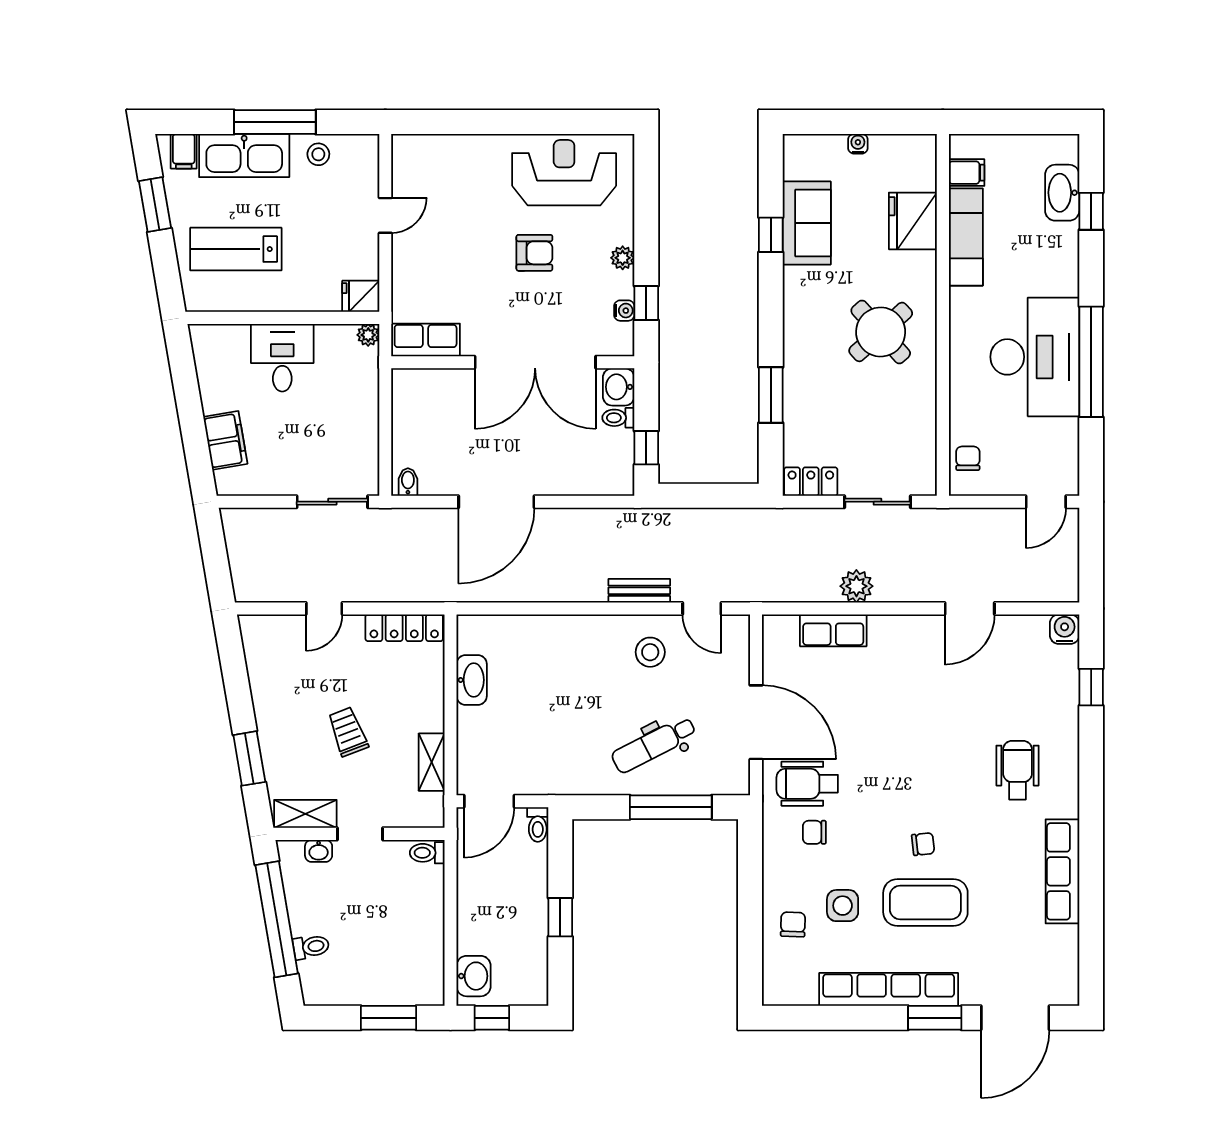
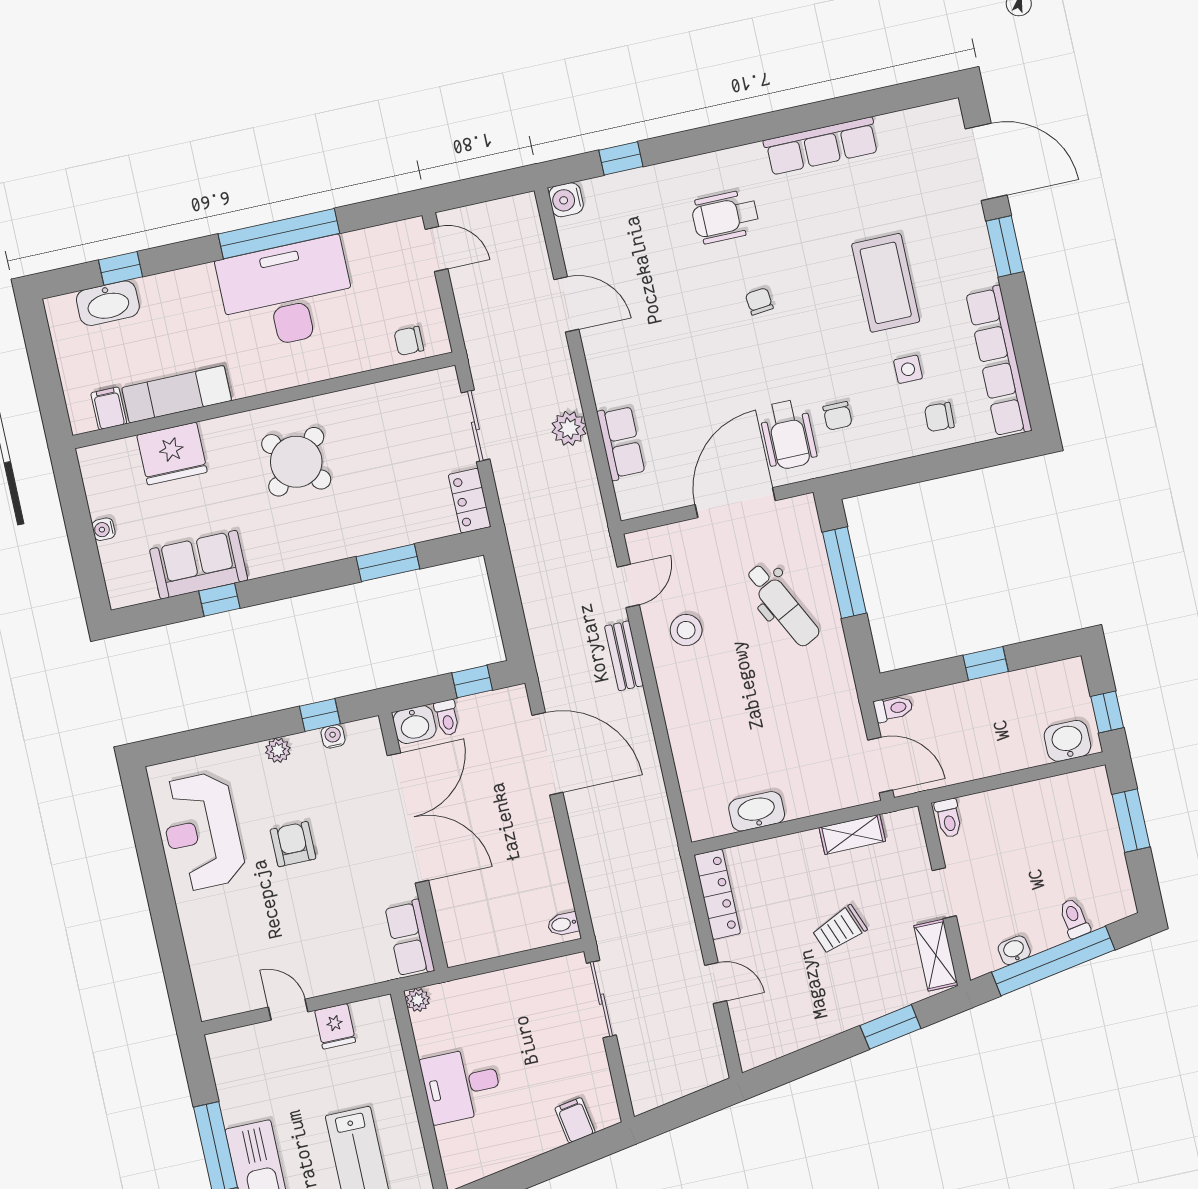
stool: (318, 154) -> (239, 1094), removed
fridge: (361, 296) -> (335, 1026), moved
filing cabinet: (225, 440) -> (575, 1120), width x0.50
door: (496, 502) -> (547, 754), moved
chair: (923, 844) -> (759, 301), moved
washbasin: (319, 851) -> (1014, 950), moved, turned -100
side table: (843, 906) -> (908, 369), width x0.73, depth x0.73
row of seats: (889, 989) -> (999, 362), moved

